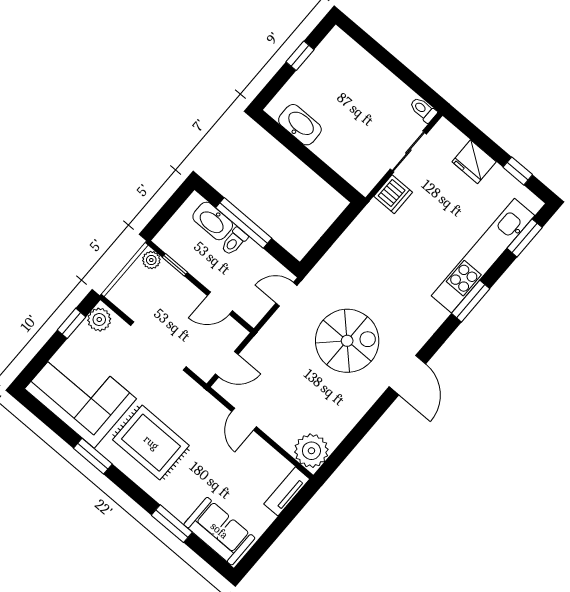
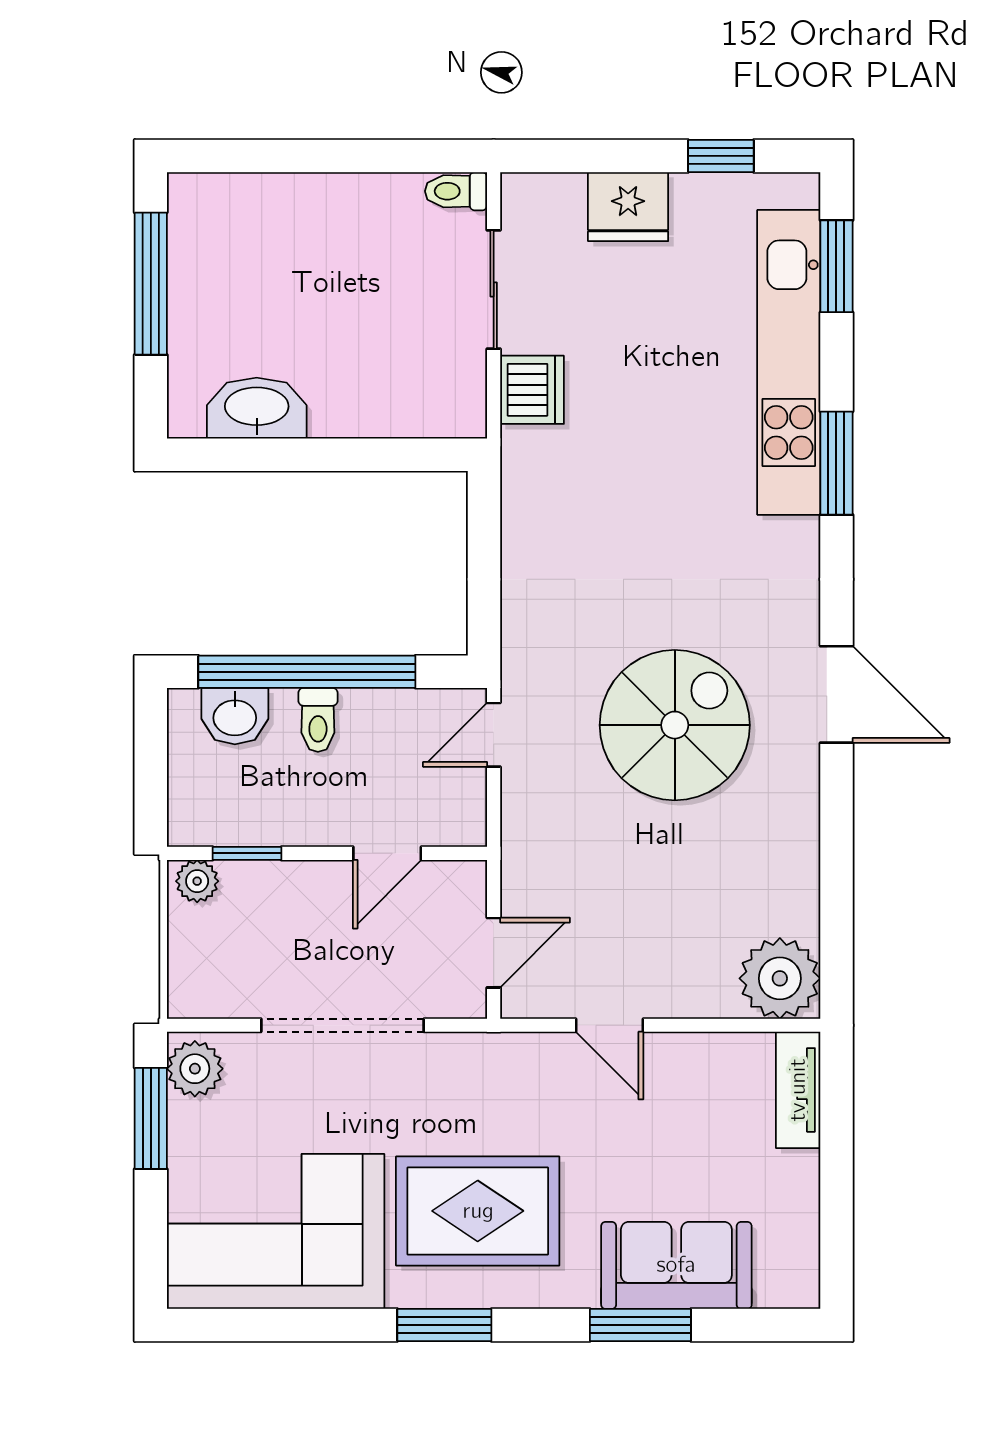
window: (300, 56) -> (151, 284), width x2.17
washbasin: (213, 221) -> (235, 716), width x0.72
window: (244, 223) -> (307, 672), width x1.46
window: (71, 323) -> (151, 1118), width x1.50
window: (93, 456) -> (444, 1325), moved
sofa: (219, 531) -> (676, 1265), moved

